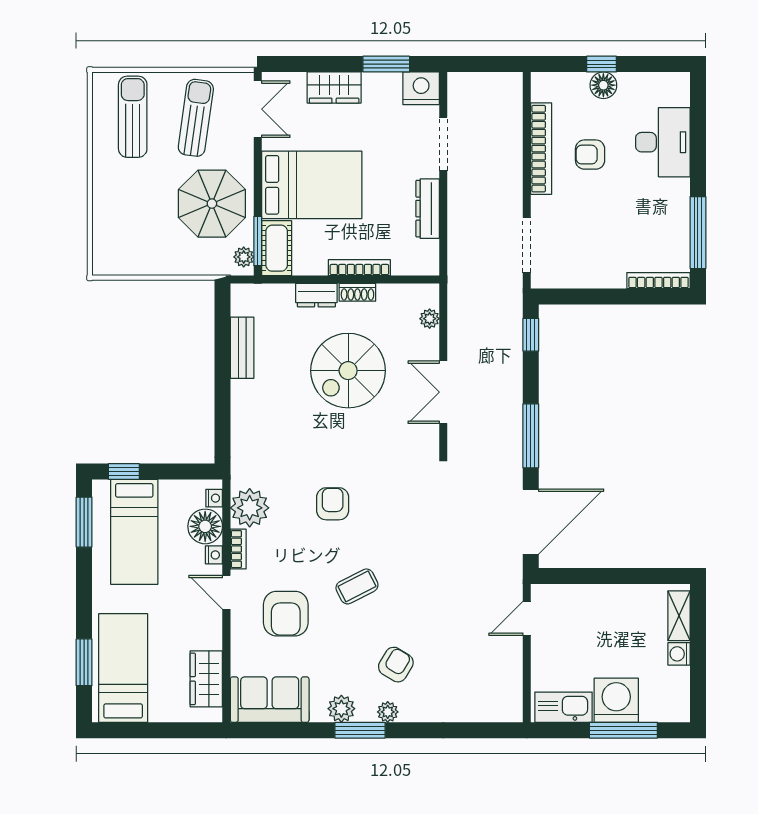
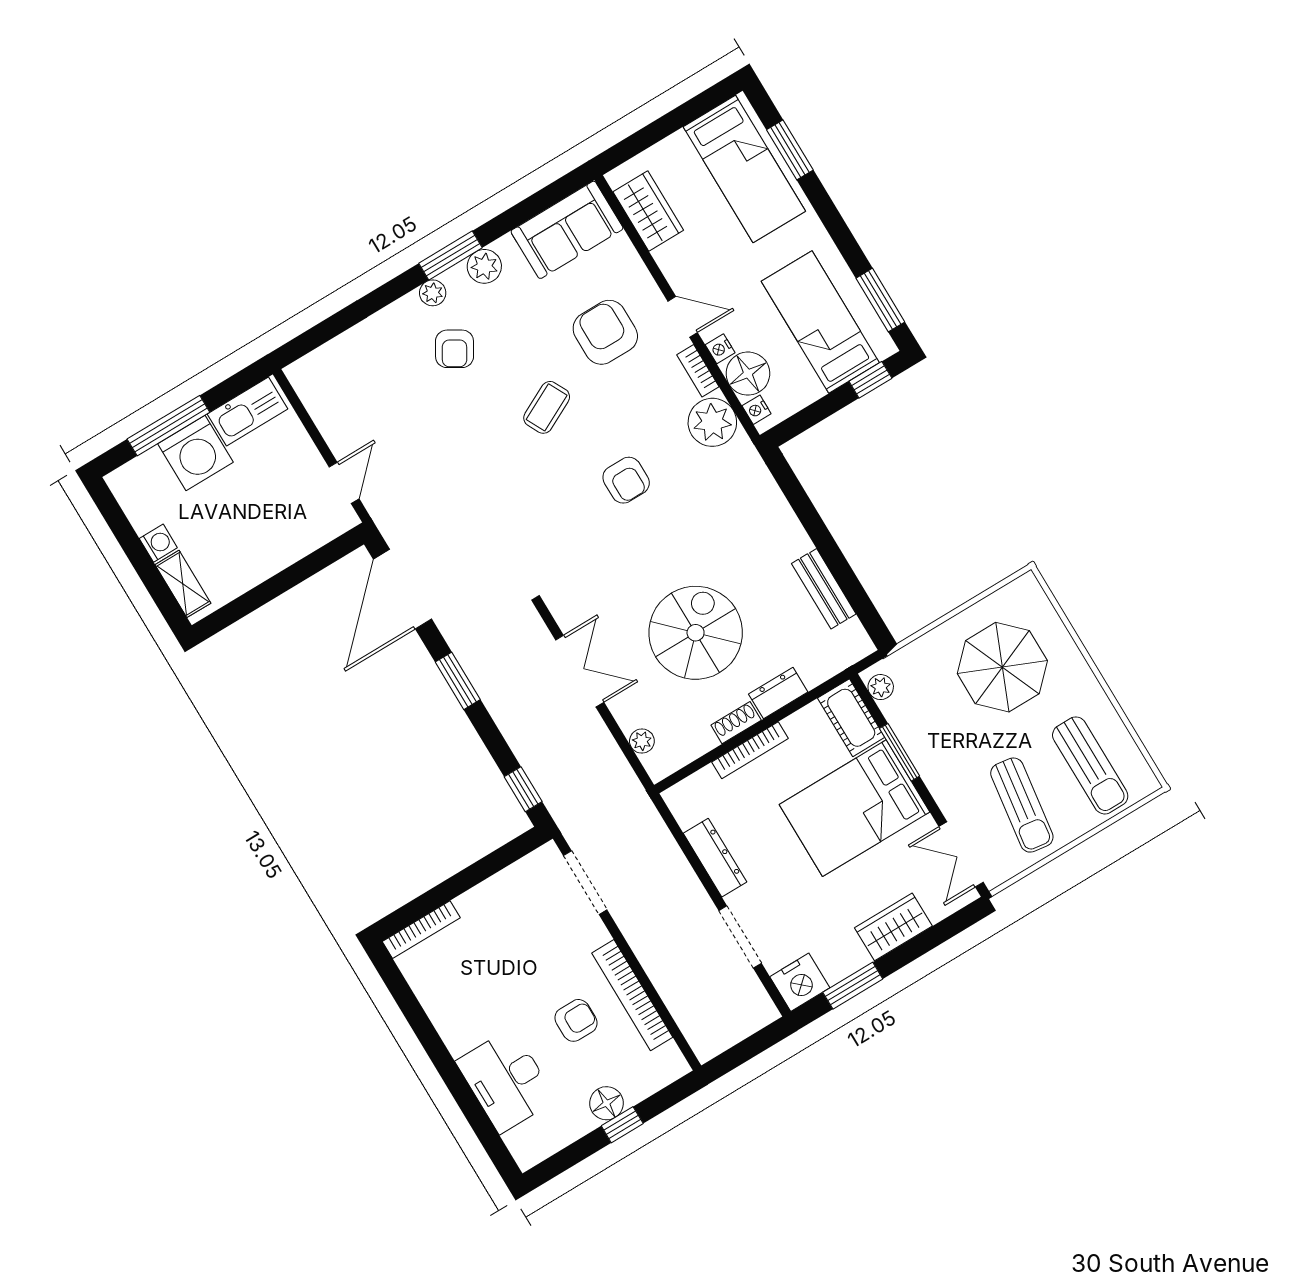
parasol: (212, 204) -> (1002, 667), moved
window: (698, 233) -> (410, 1007), removed
window: (258, 241) -> (900, 752), moved
window: (531, 436) -> (458, 681), width x0.69

